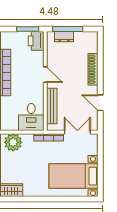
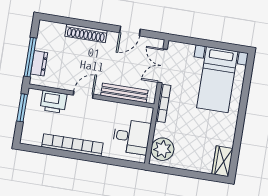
printer: (36, 41) -> (53, 102), moved
desk: (31, 117) -> (132, 137), moved

